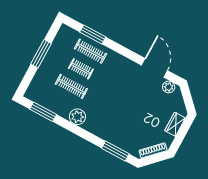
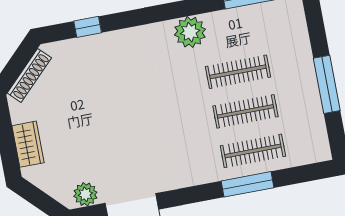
window: (93, 34) -> (247, 184), moved
clothes rail: (81, 69) -> (245, 111), width x1.36
window: (115, 151) -> (88, 27), width x0.46

